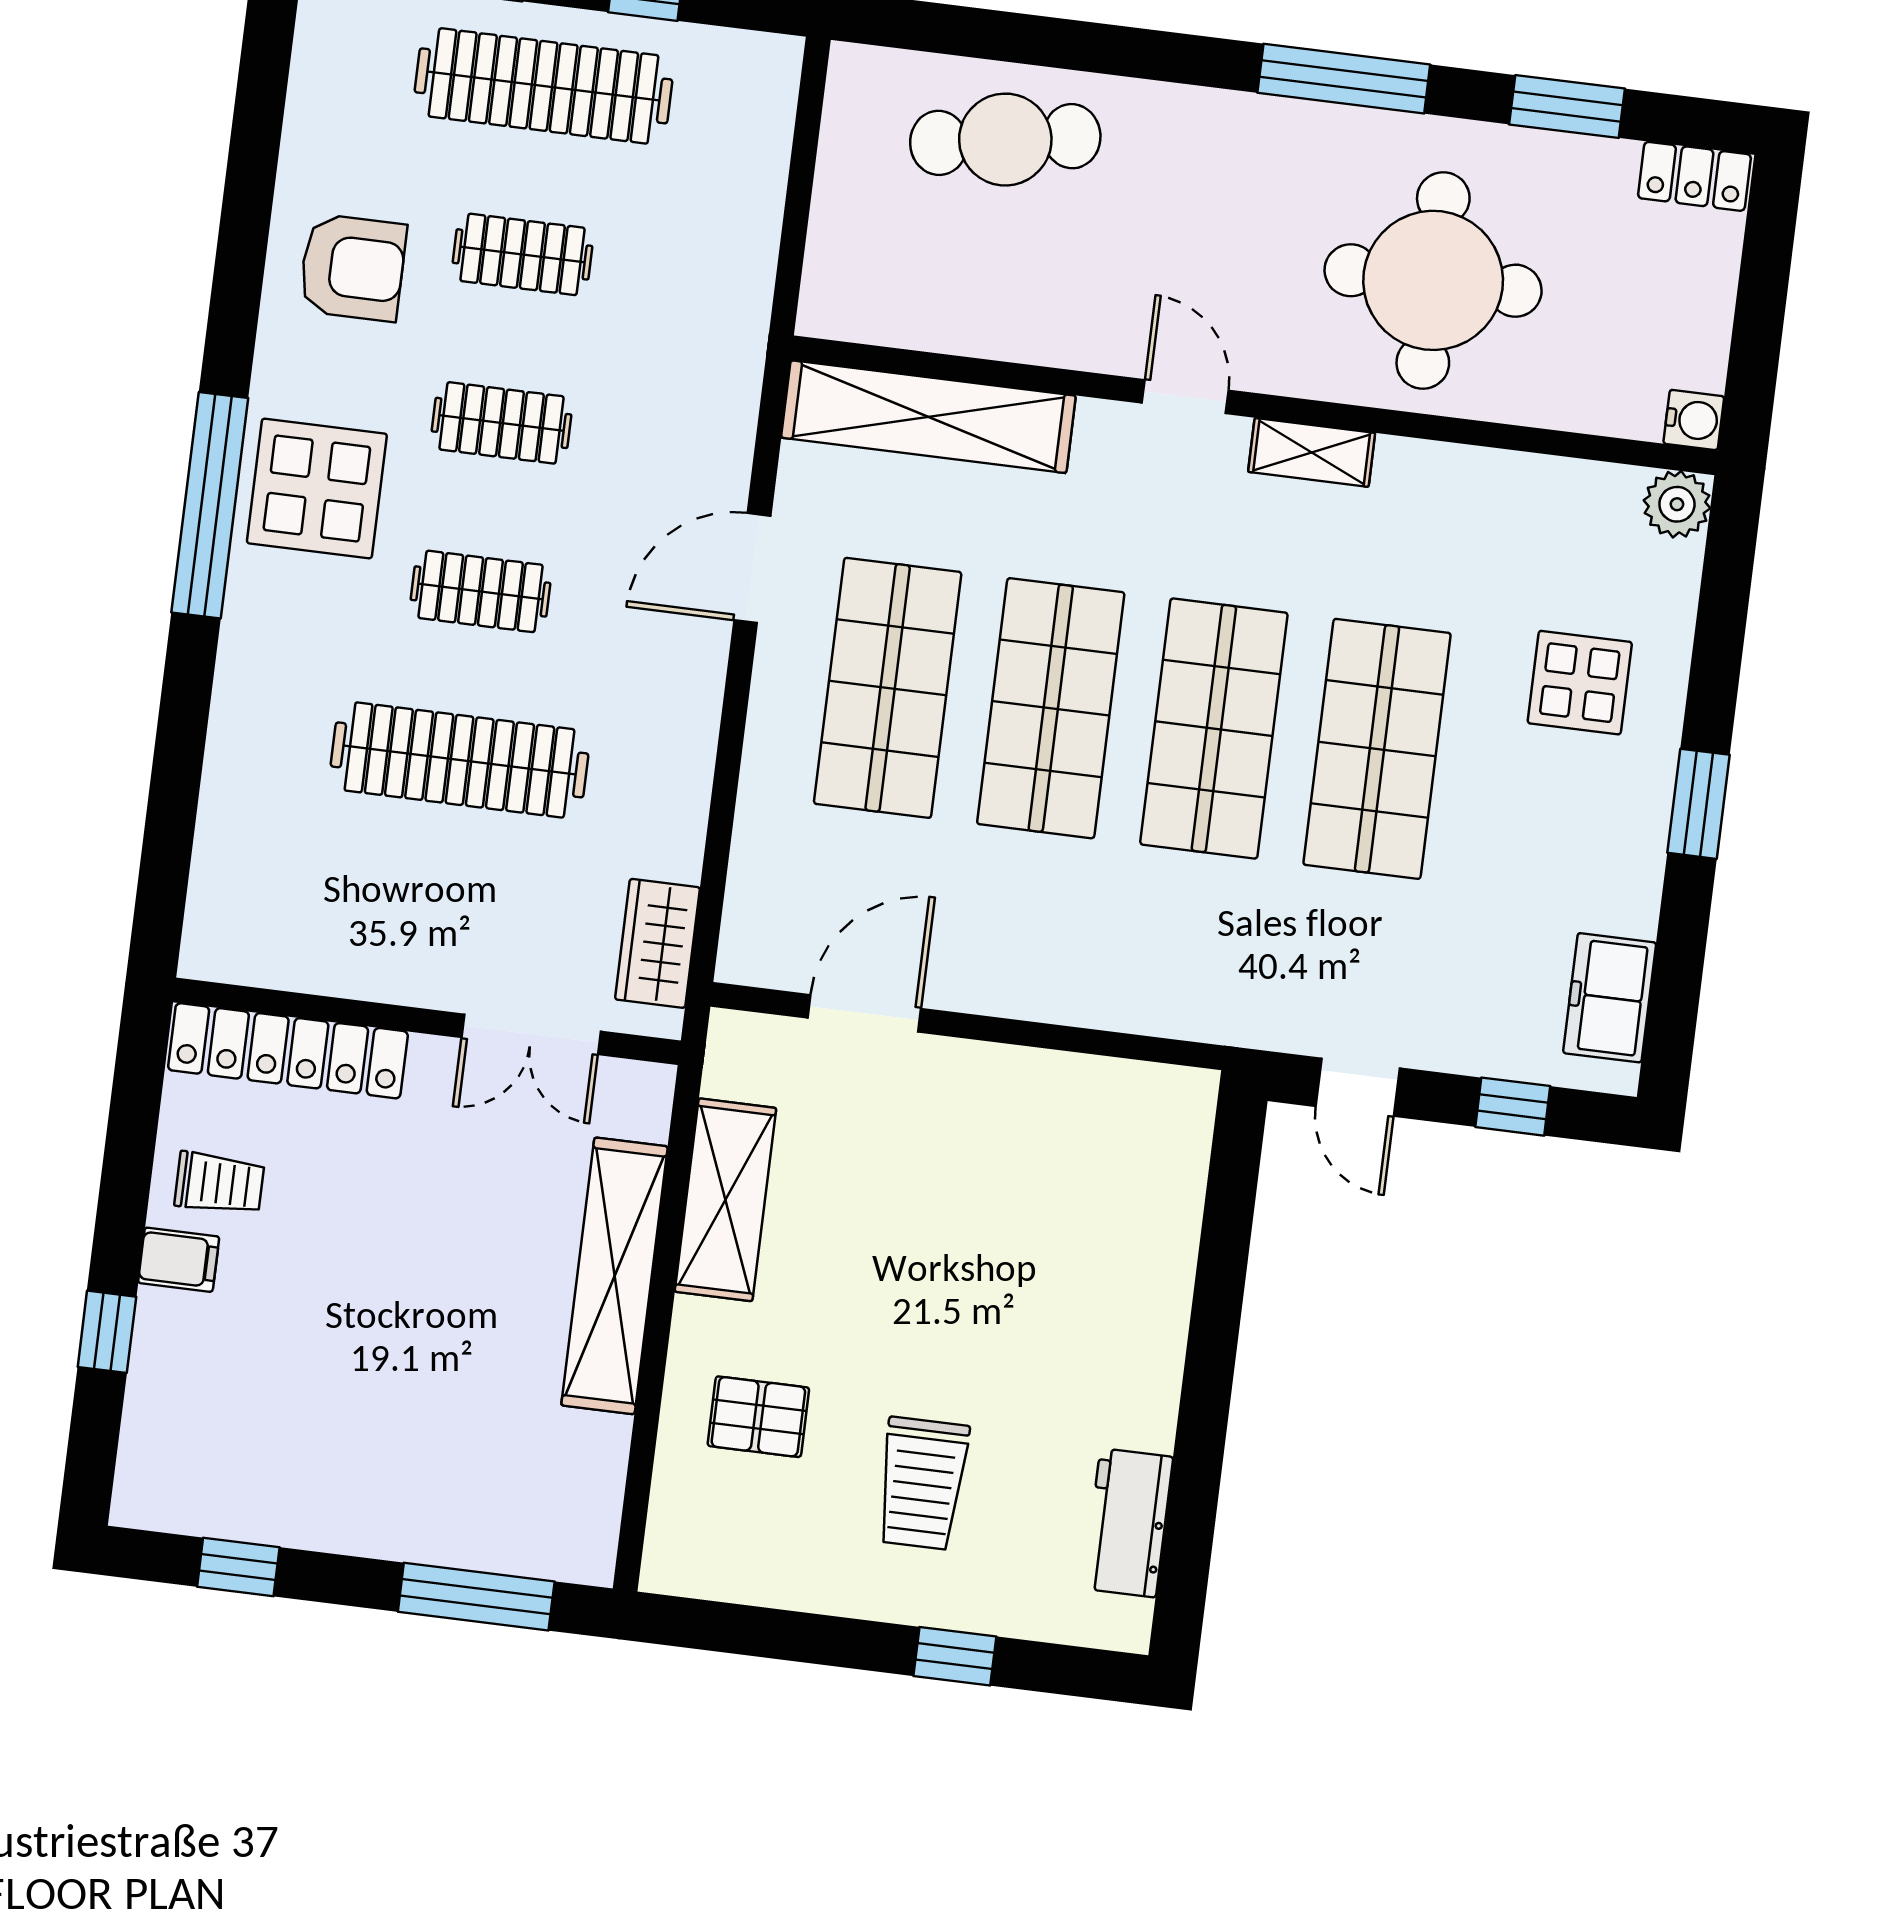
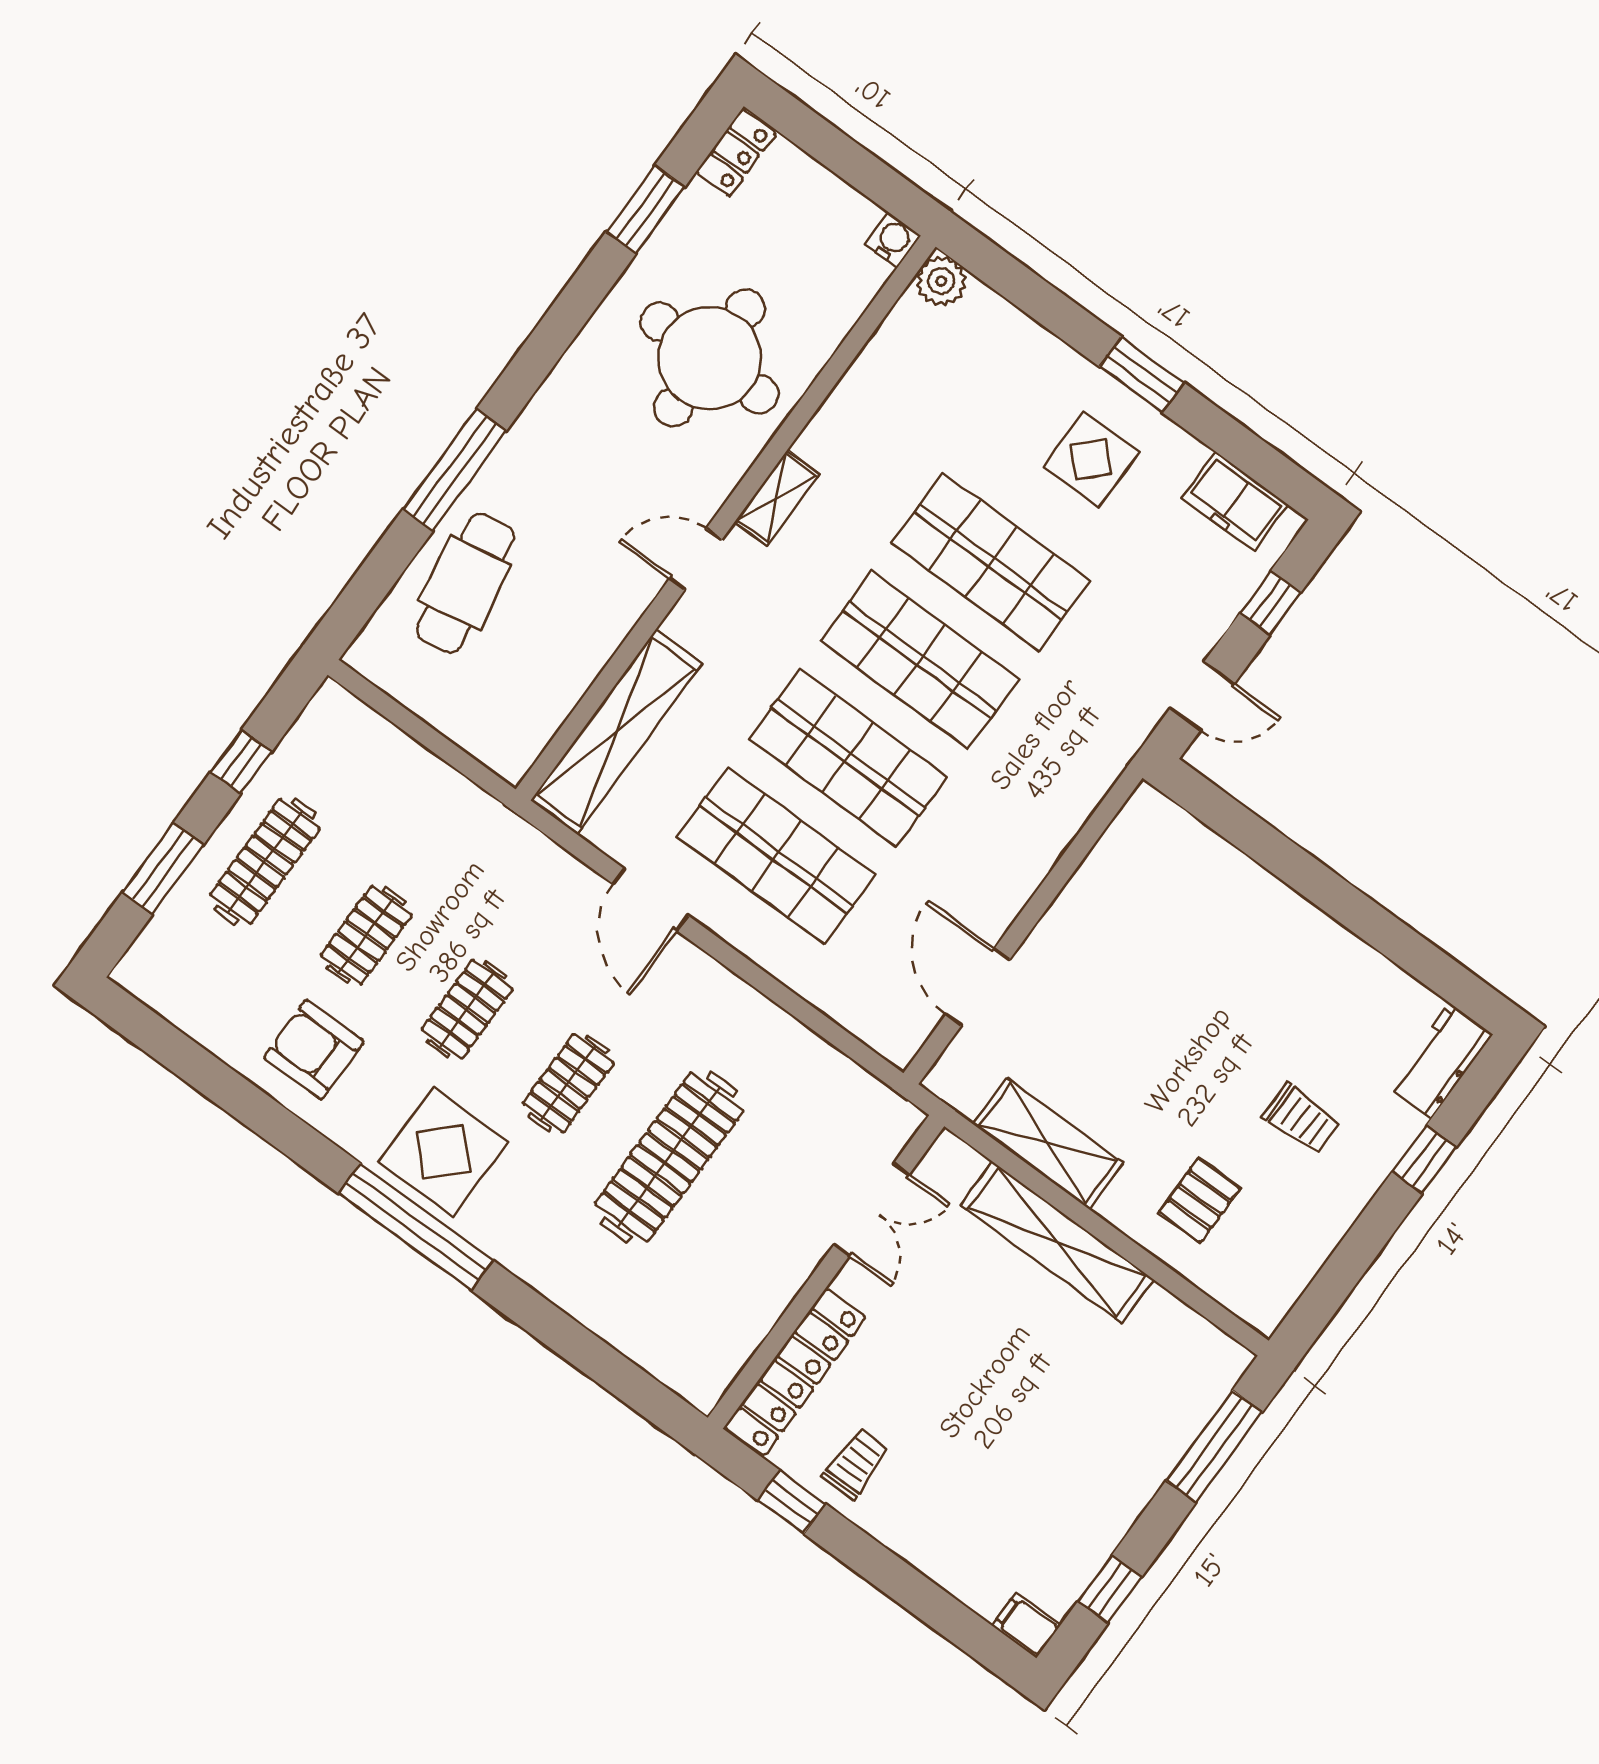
window: (1344, 79) -> (455, 470), moved
clothes rail: (543, 86) -> (265, 861), width x0.73, depth x0.76
armchair: (353, 268) -> (314, 1049), turned -90
display table: (1580, 683) -> (1091, 459), moved
wardrobe: (657, 943) -> (858, 1095), removed
filing cabinet: (179, 1260) -> (1026, 1625), moved, turned -90
window: (107, 1332) -> (792, 1502), moved
trolley: (922, 1484) -> (1301, 1119), width x0.73, depth x0.72
workbench: (1128, 1523) -> (1440, 1061), moved, turned 90

